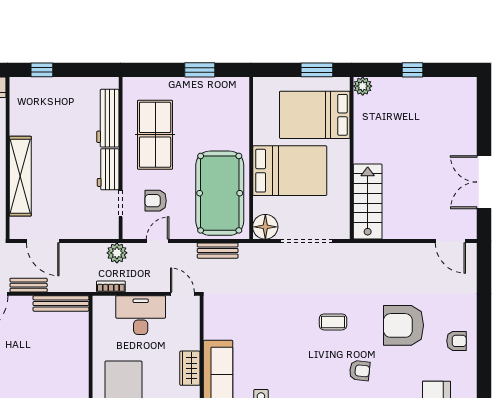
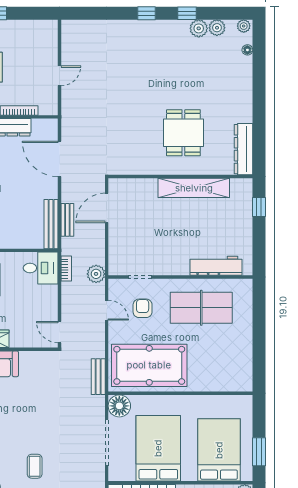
window: (200, 70) -> (259, 348), removed
workbench: (108, 169) -> (171, 266), removed
bed: (290, 171) -> (158, 448), moved, turned 180
shelving: (20, 176) -> (194, 188), moved
bench: (218, 251) -> (98, 377), moved
bench: (29, 285) -> (67, 220), moved
door: (182, 294) -> (60, 332), swing flipped
desk: (141, 315) -> (41, 268), moved, width x0.73

